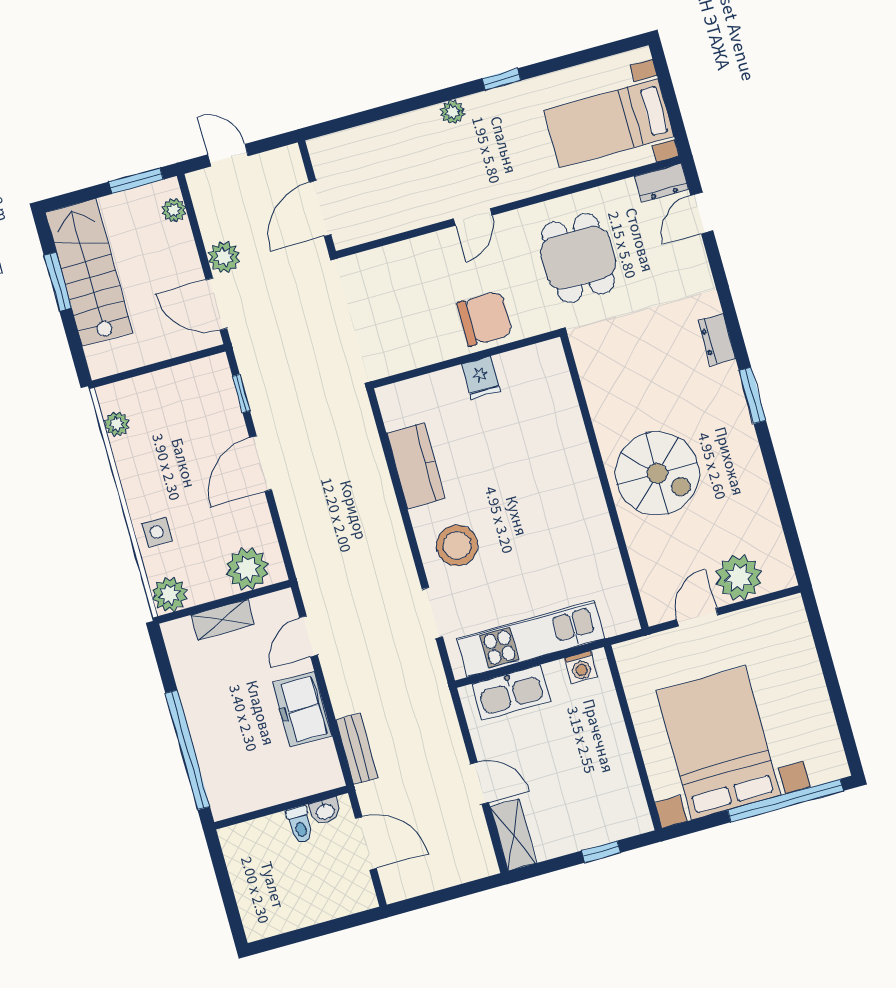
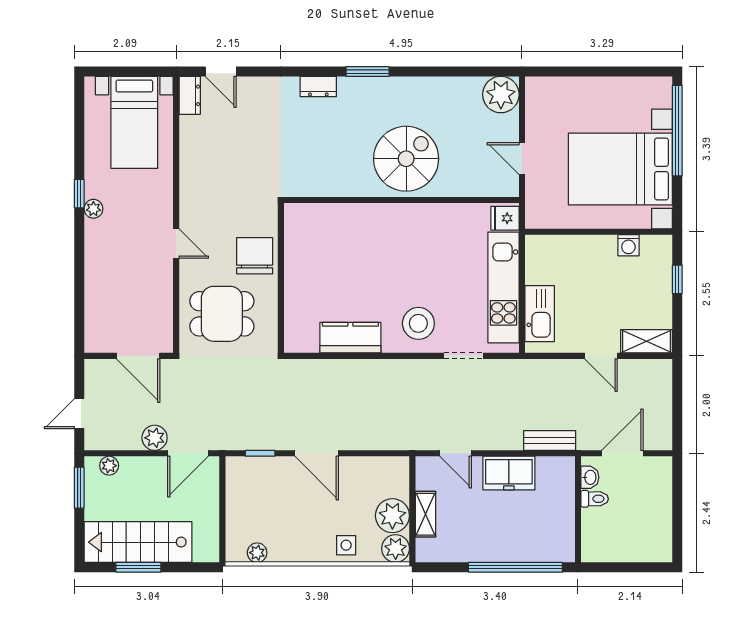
plant: (452, 112) -> (93, 209), moved
dining table: (578, 258) -> (222, 314), moved
fridge: (481, 378) -> (505, 218), moved, turned 180
plant: (247, 569) -> (392, 516), moved
plant: (739, 577) -> (501, 95), moved
washing machine: (581, 667) -> (628, 245), moved, turned 90
door: (480, 783) -> (601, 356), swing flipped

